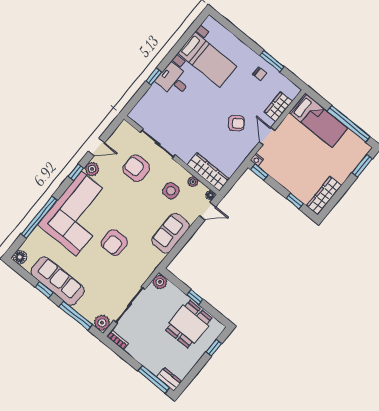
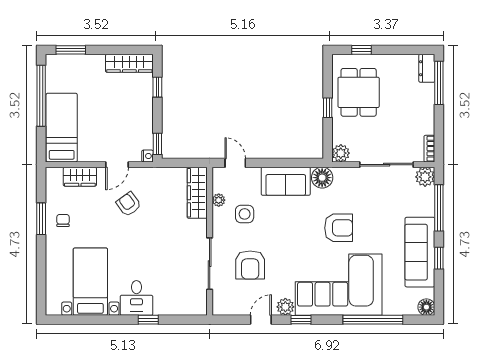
door: (96, 147) -> (261, 320), hinge flipped
floor lamp: (210, 195) -> (322, 178), moved, width x1.89, depth x1.89
dining table: (189, 324) -> (359, 92), turned 90

